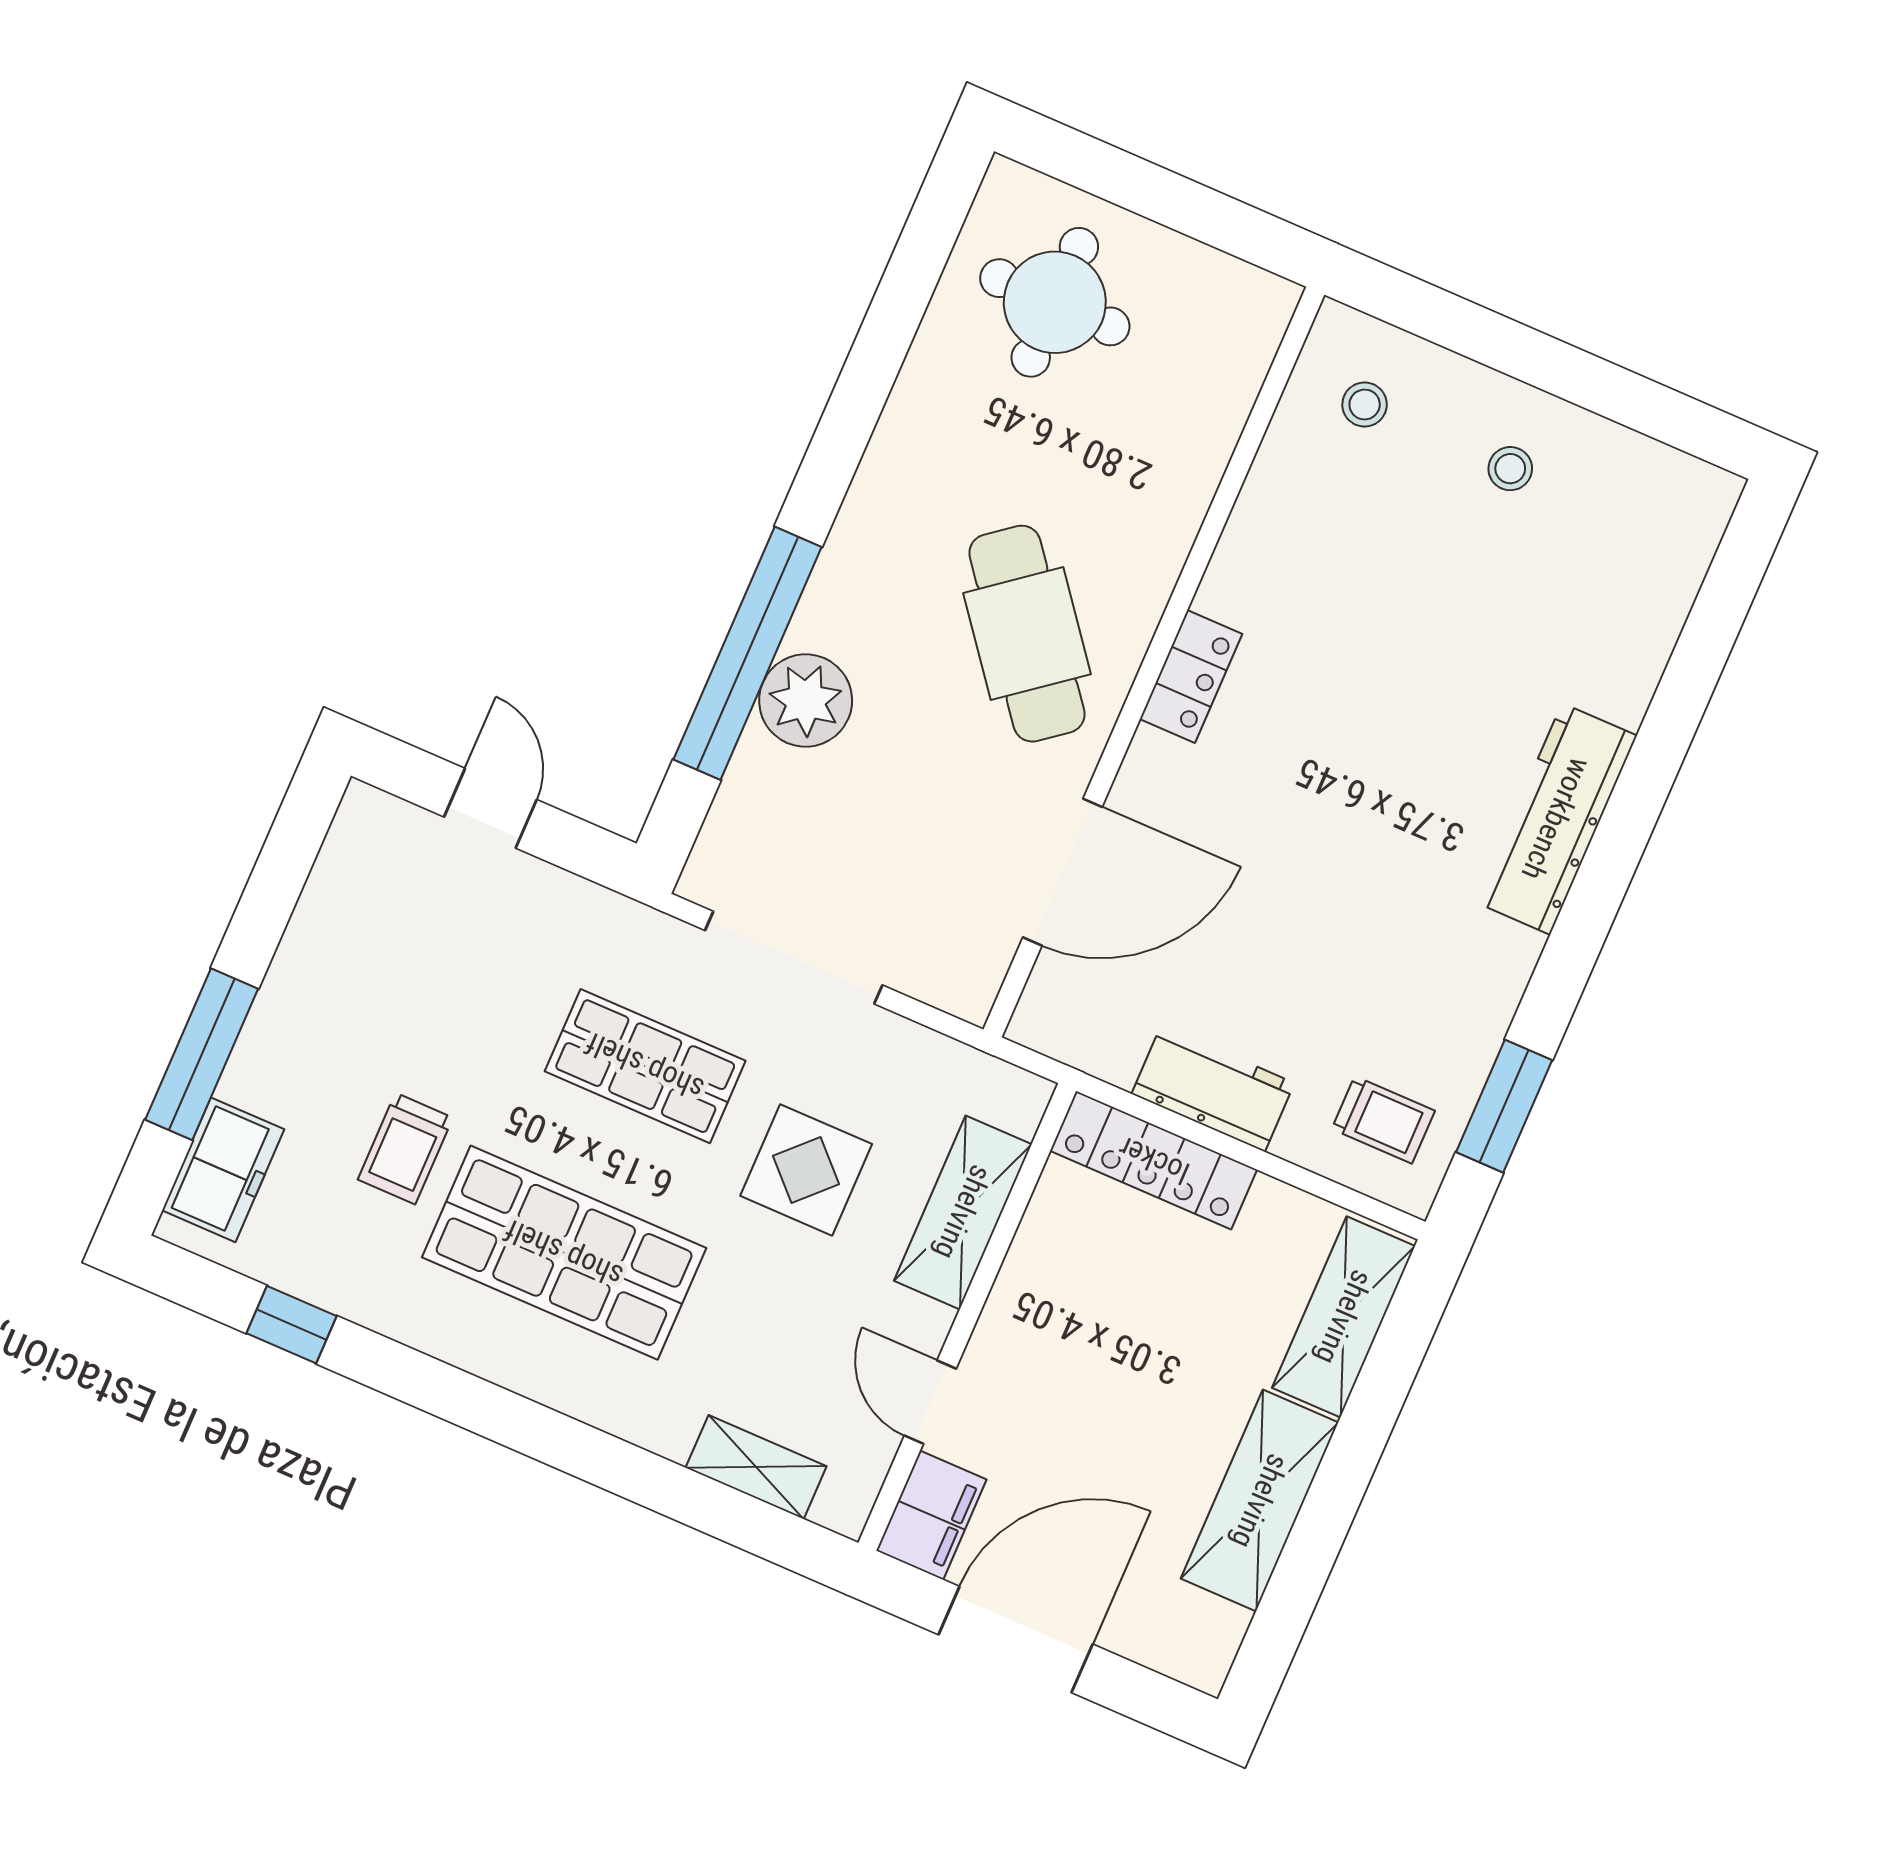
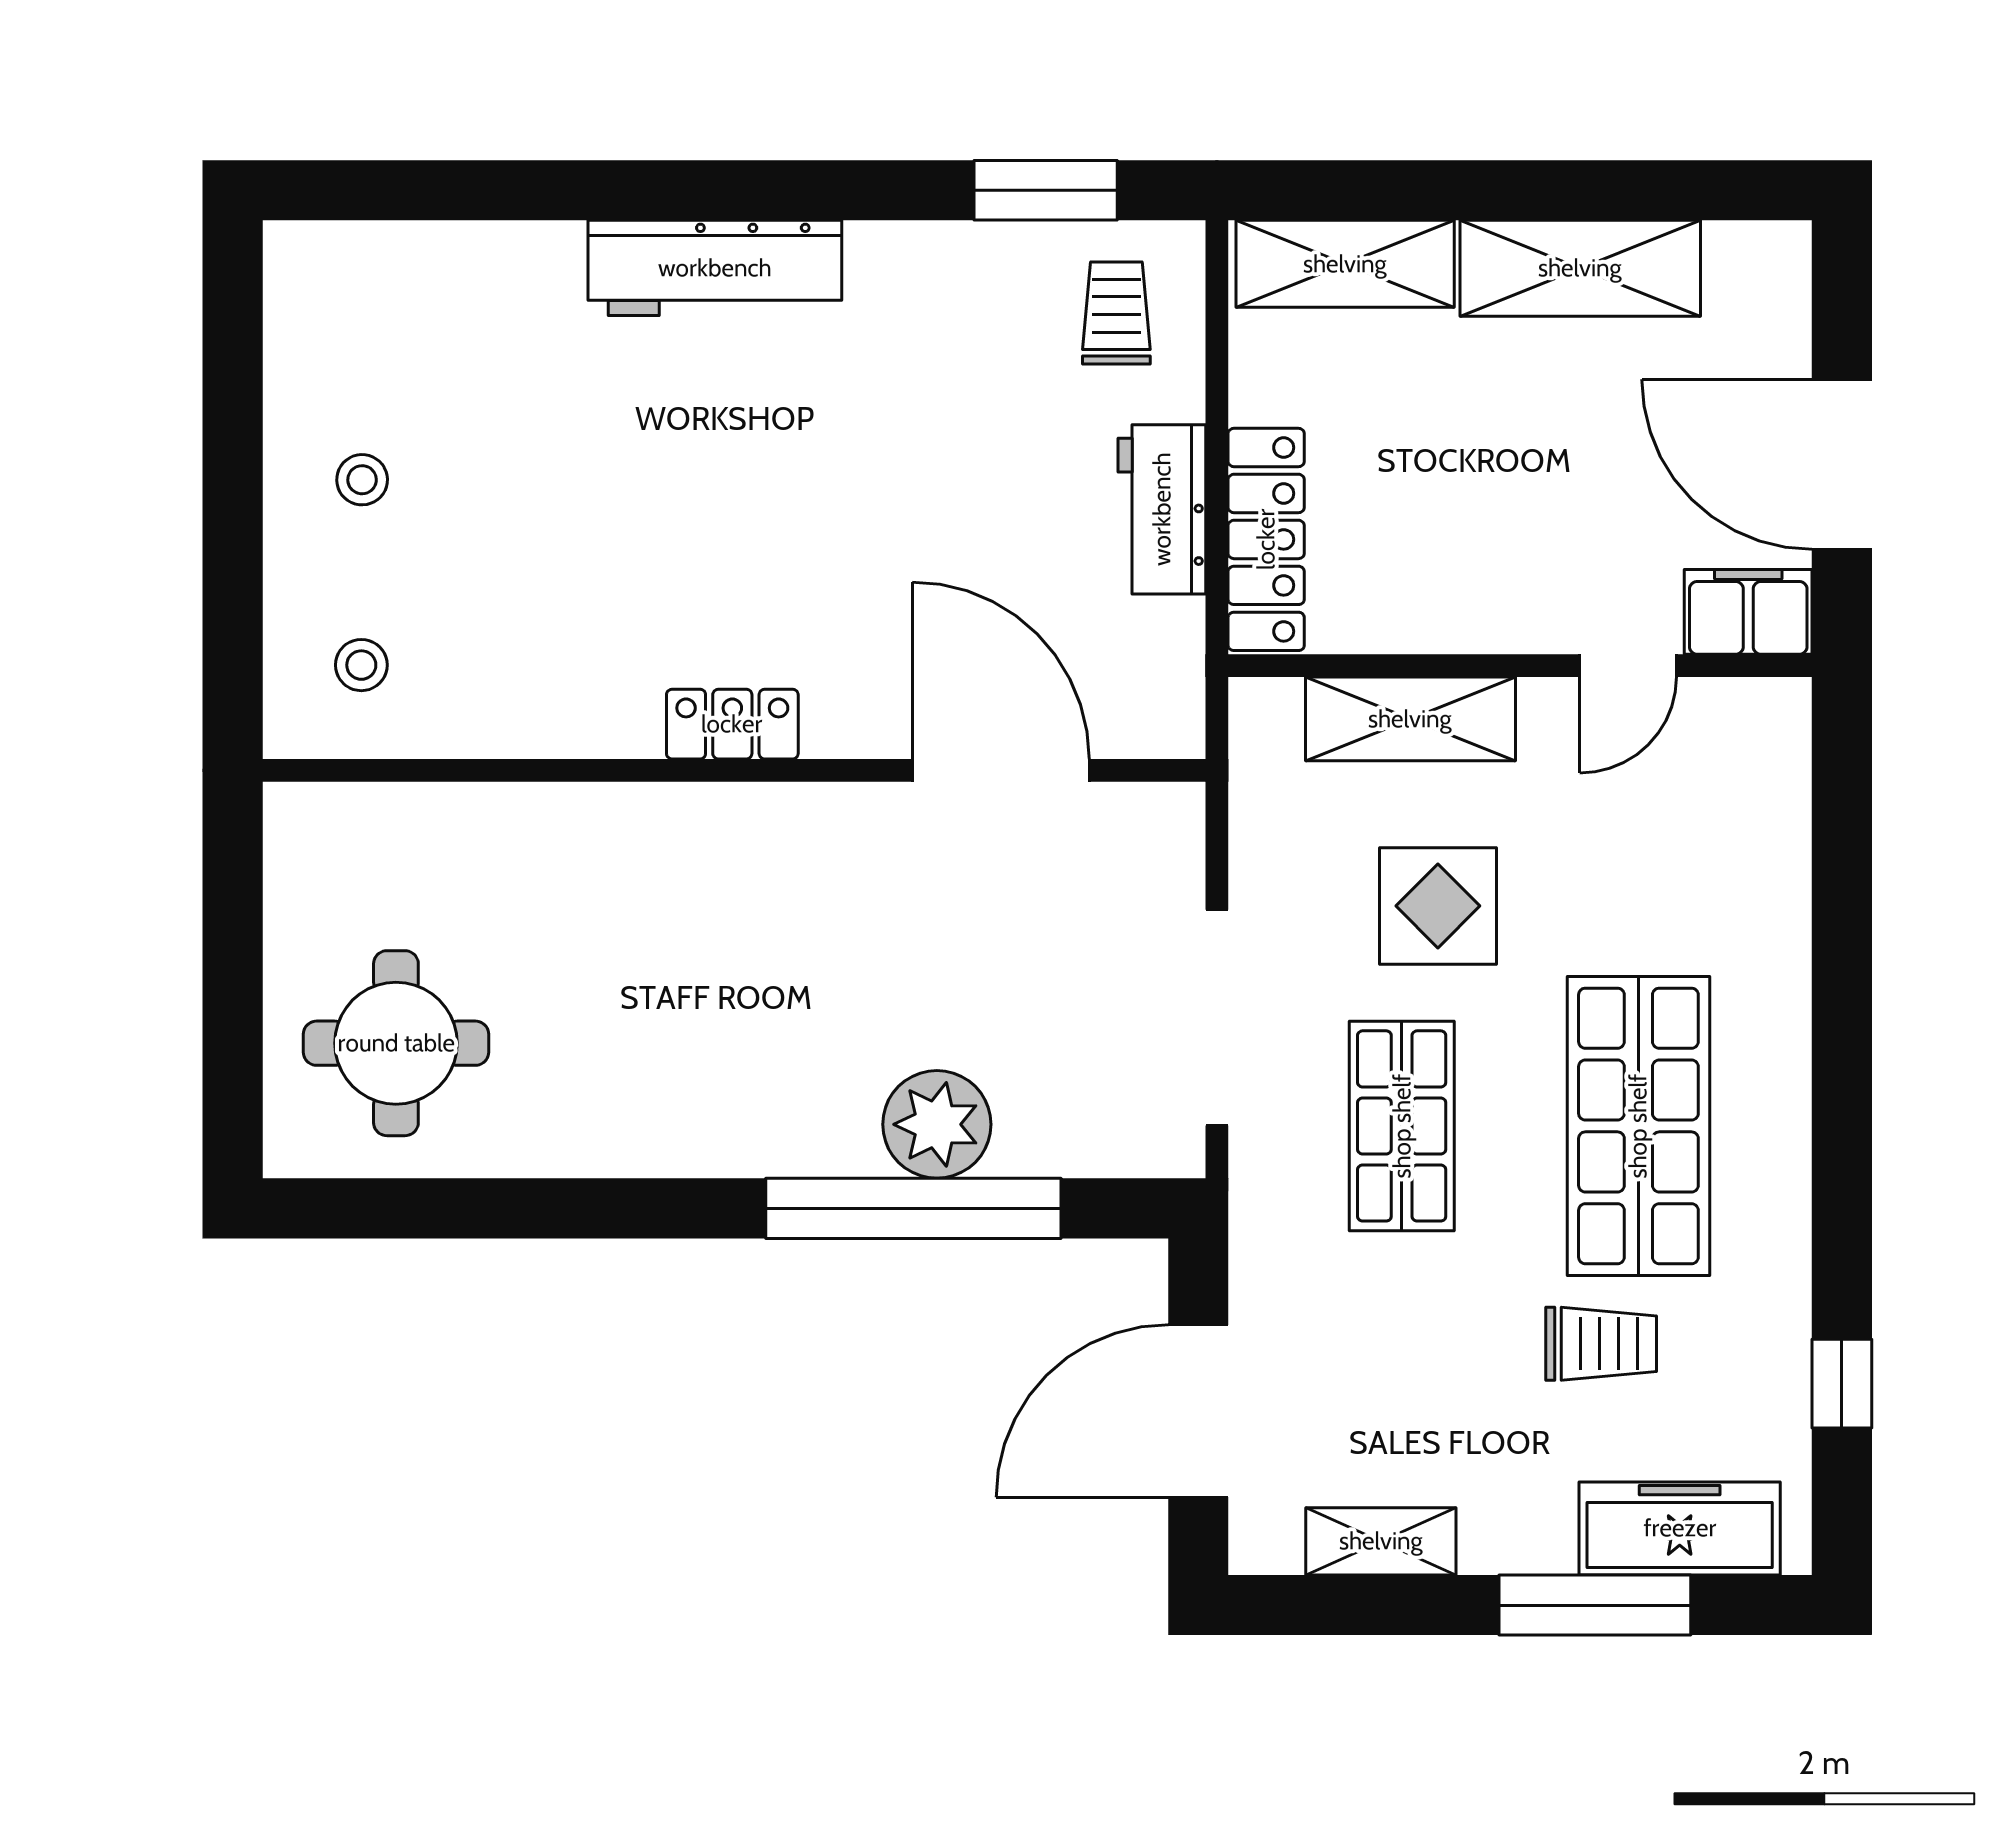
cafe table: (1027, 634) -> (763, 919), removed
door: (490, 808) -> (1198, 1411), width x1.87
freezer: (223, 1170) -> (1680, 1528), width x1.40
shelving: (756, 1467) -> (1381, 1541), moved, turned 90

